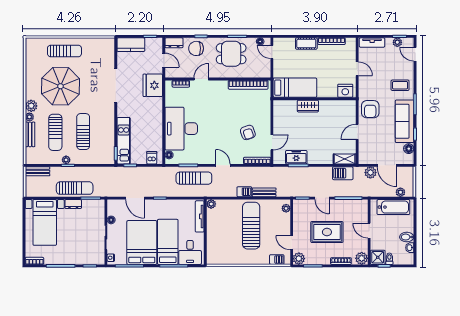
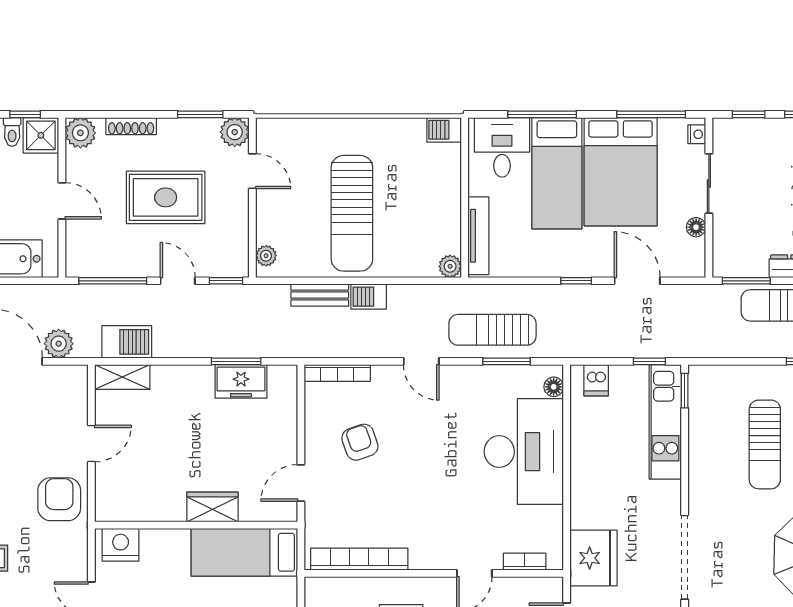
door: (272, 142) -> (301, 483), moved
barbecue: (277, 260) -> (444, 130), moved

